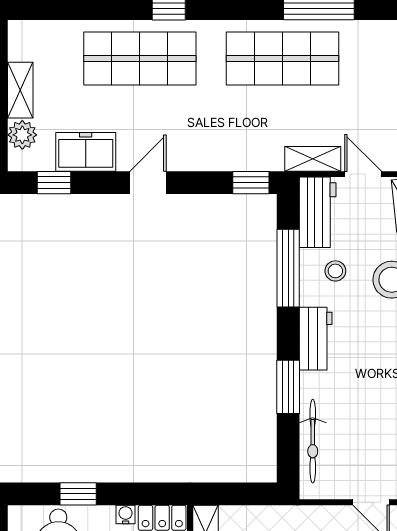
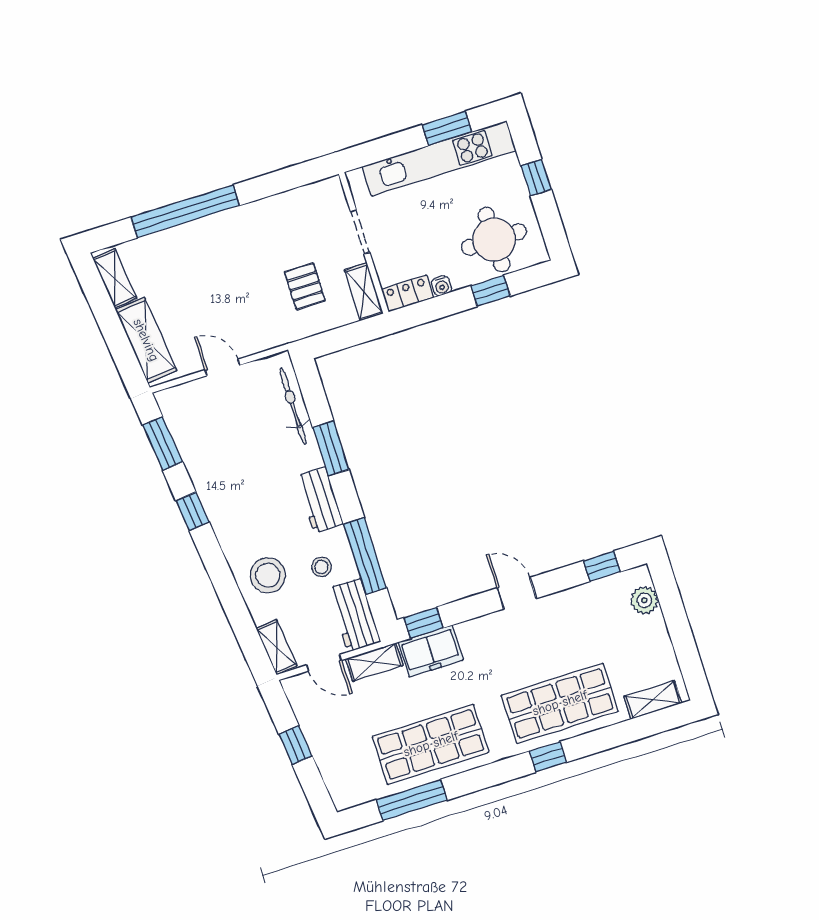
shelving: (20, 90) -> (653, 700), moved, turned 90
freezer: (86, 152) -> (431, 651), moved
door: (148, 183) -> (517, 593), swing flipped

